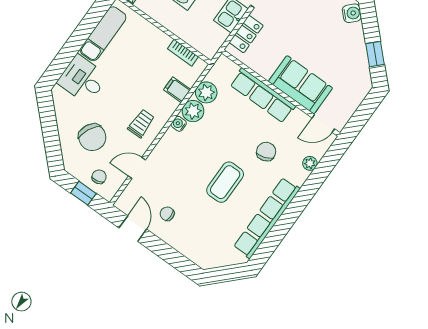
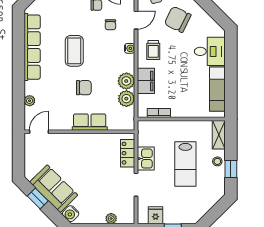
sofa: (300, 85) -> (54, 189), moved, turned -135
filing cabinet: (177, 90) -> (146, 81), width x2.00
row of seats: (263, 95) -> (90, 122), width x0.68
water cooler: (179, 124) -> (130, 48), moved
chair: (266, 152) -> (84, 88), moved, turned -71
chair: (167, 182) -> (110, 25), added

